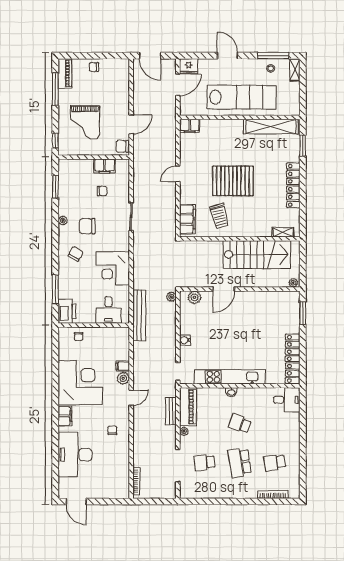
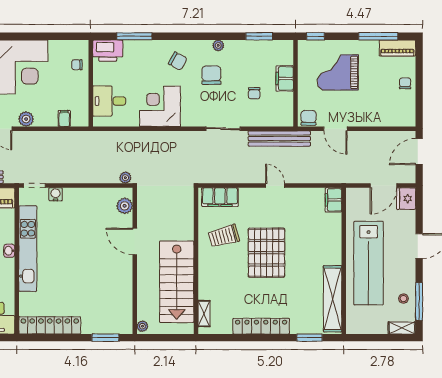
door: (178, 85) -> (383, 186), hinge flipped
filing cabinet: (104, 166) -> (285, 78), moved
bench: (139, 315) -> (279, 139), moved
water cooler: (185, 340) -> (56, 194), moved
filing cabinet: (123, 366) -> (64, 118), moved

